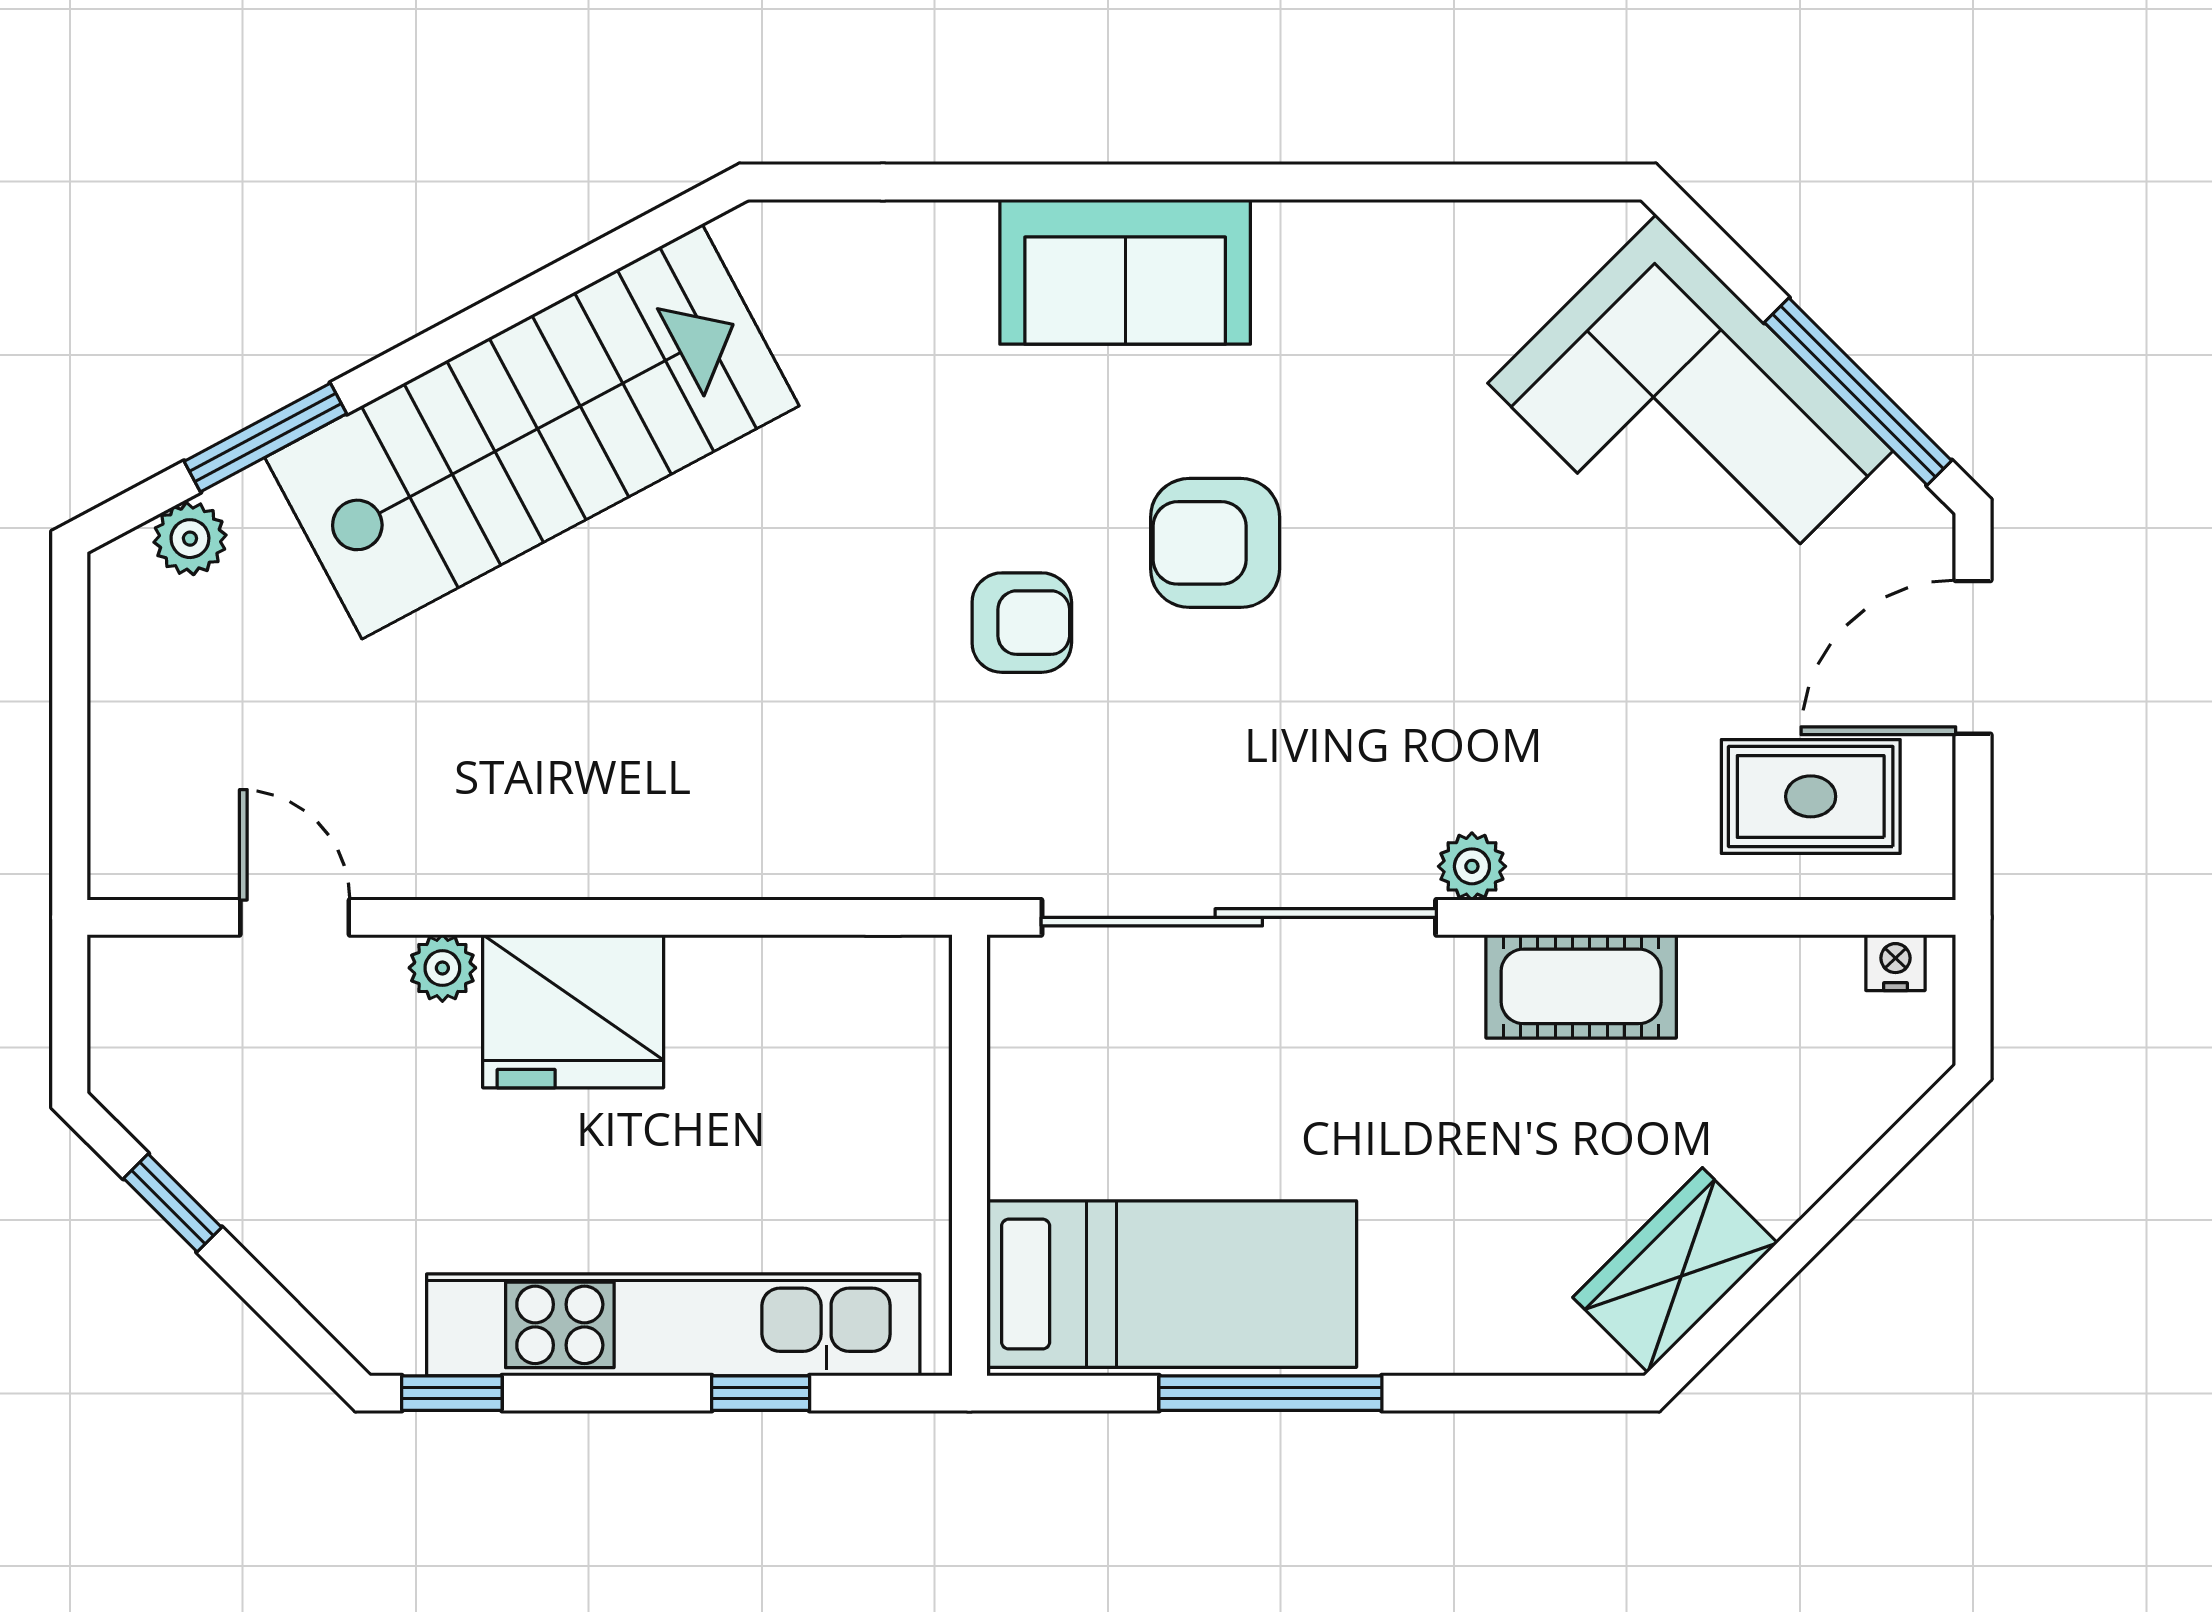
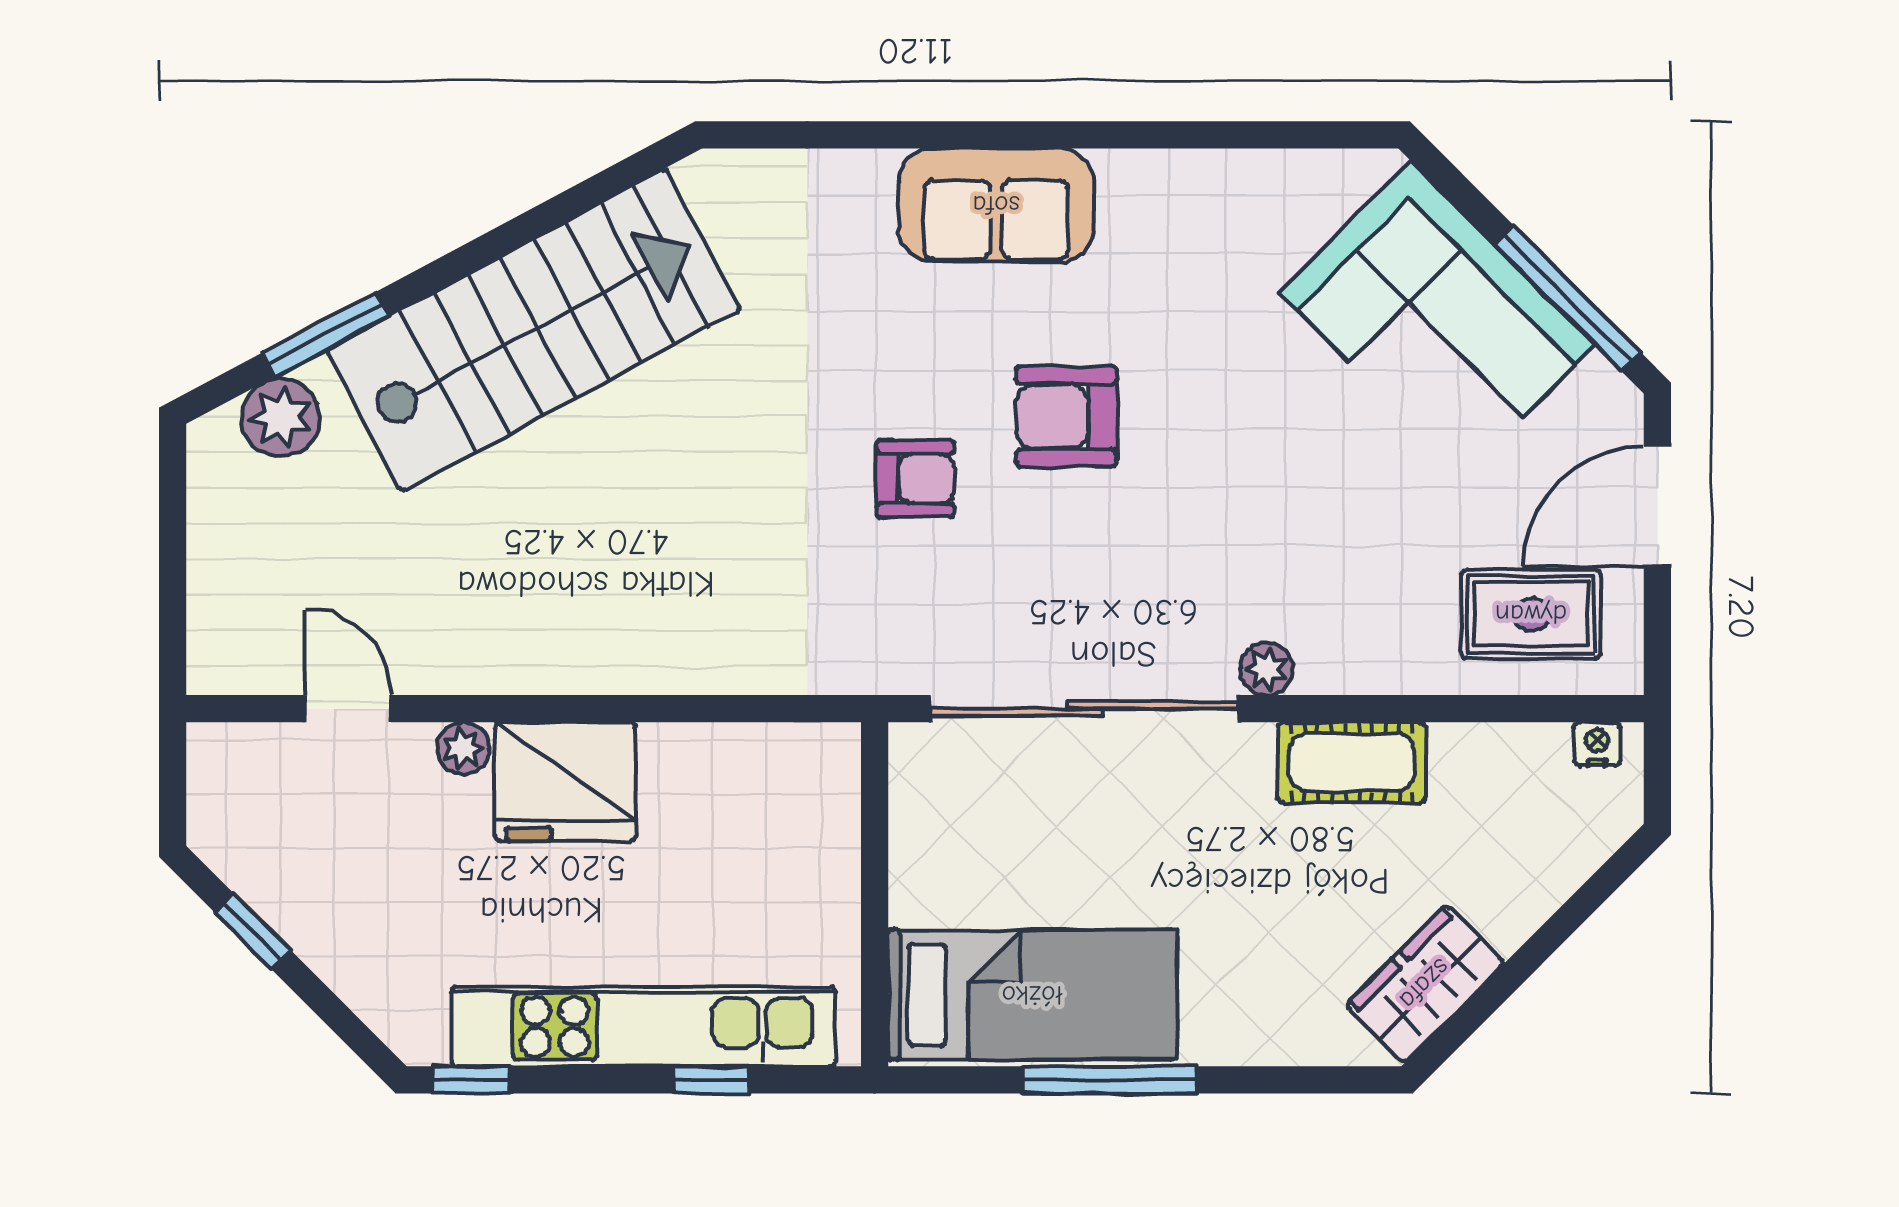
plant: (190, 539) -> (281, 418), width x1.38, depth x1.38

